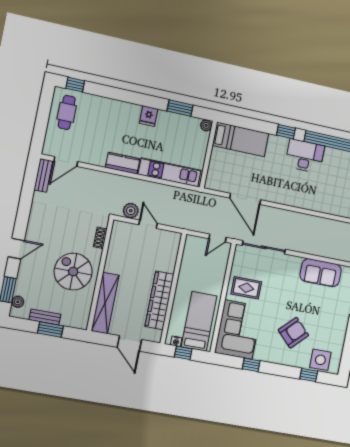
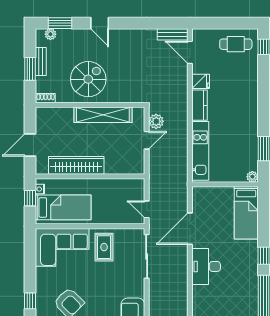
fridge: (149, 116) -> (201, 81), moved, turned 180
desk: (305, 156) -> (206, 266), moved, turned 180
shoe rack: (100, 238) -> (46, 98), moved
shelving: (105, 303) -> (103, 115), moved
window: (251, 365) -> (30, 301), moved

